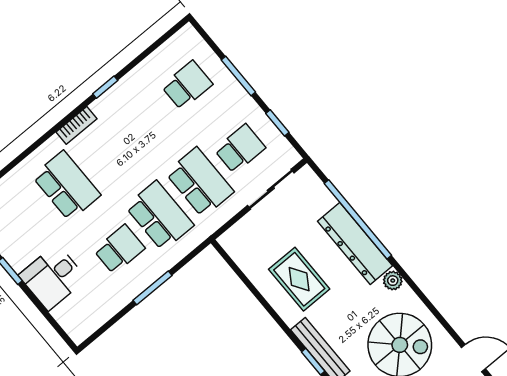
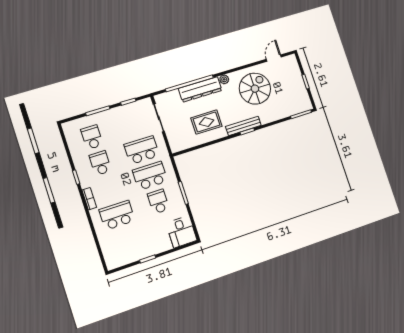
school desk: (240, 149) -> (100, 163), moved
desk: (53, 277) -> (181, 232), moved

